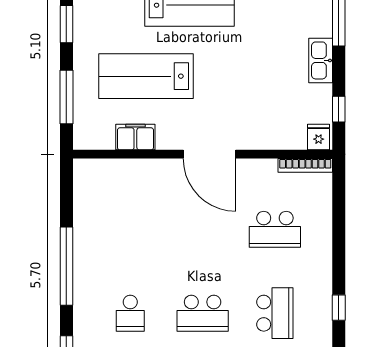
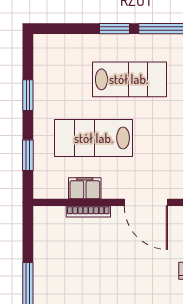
window: (66, 97) -> (28, 155), width x0.69
bookcase: (140, 165) -> (88, 212), added

